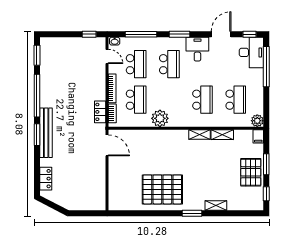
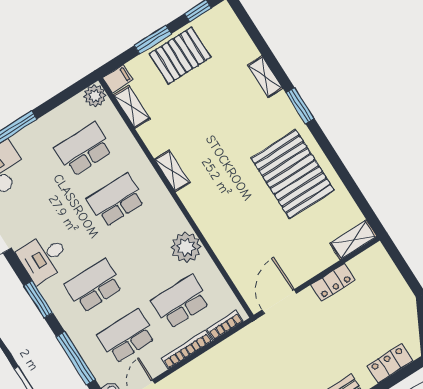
locker: (100, 112) -> (333, 282), moved
shelving: (222, 135) -> (132, 107), moved
shelving: (114, 198) -> (353, 240), added

